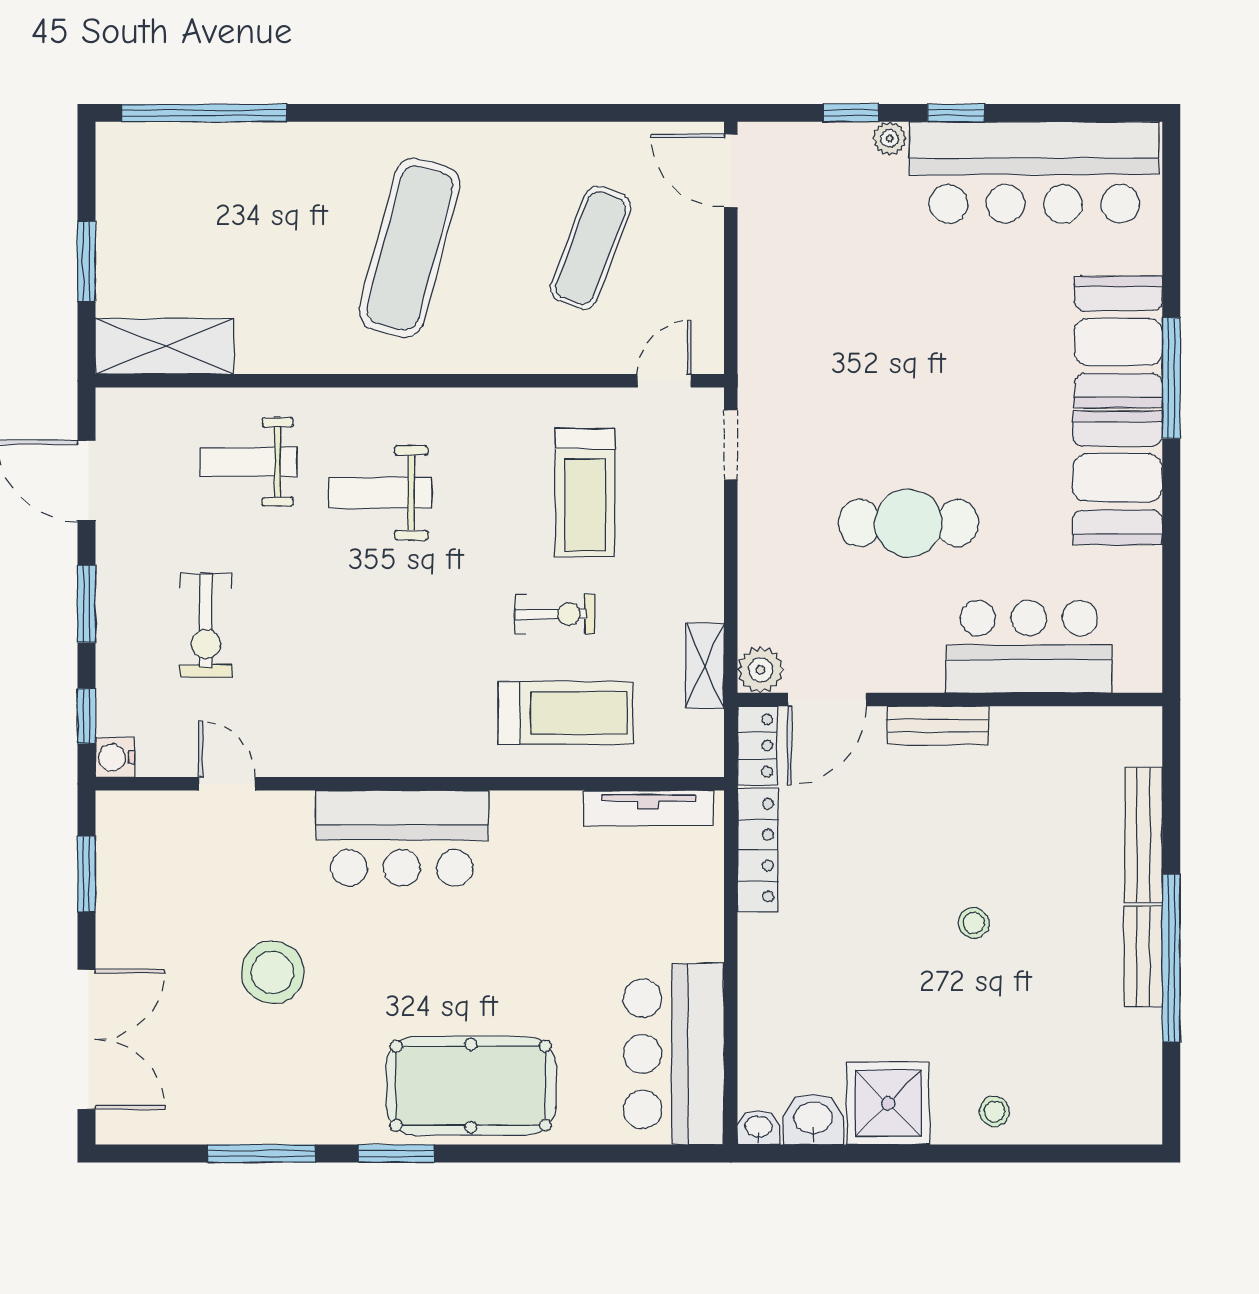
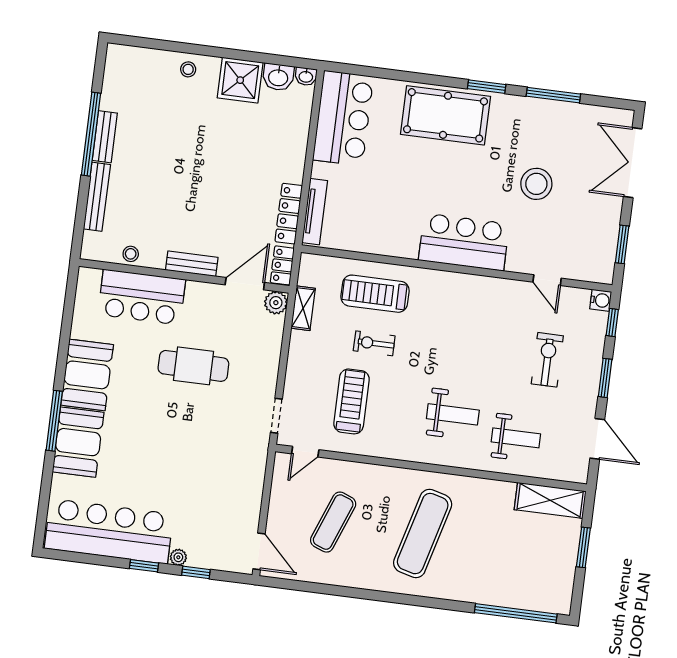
tv unit: (649, 808) -> (315, 212), moved, turned 90
stool: (974, 923) -> (131, 254), moved

